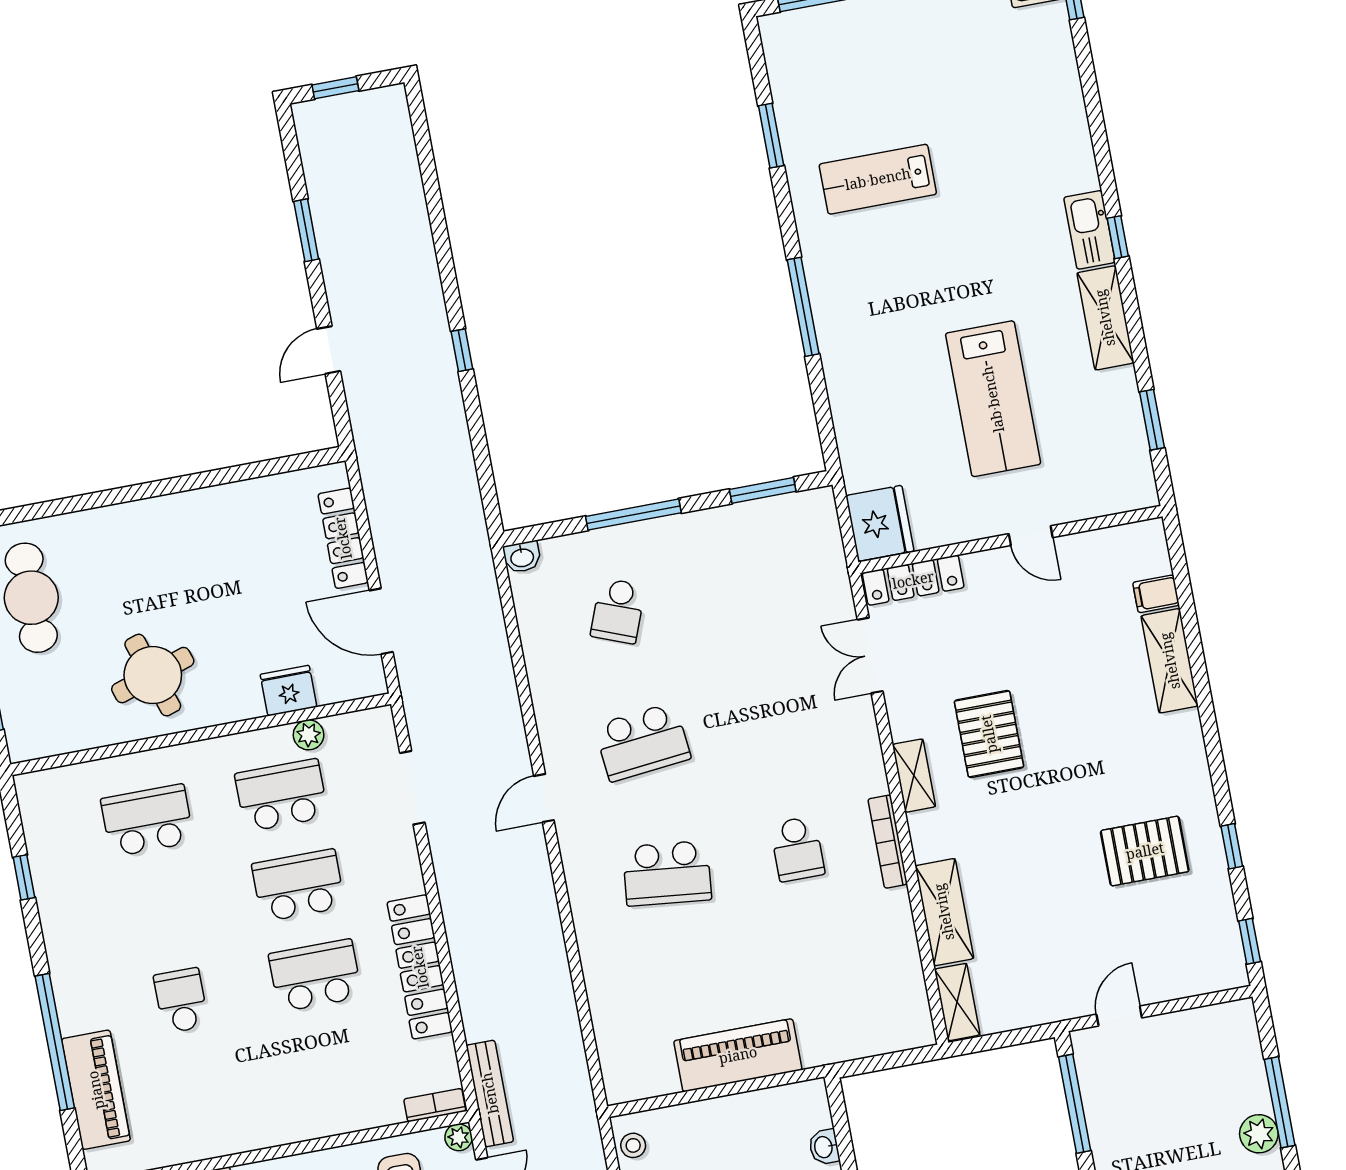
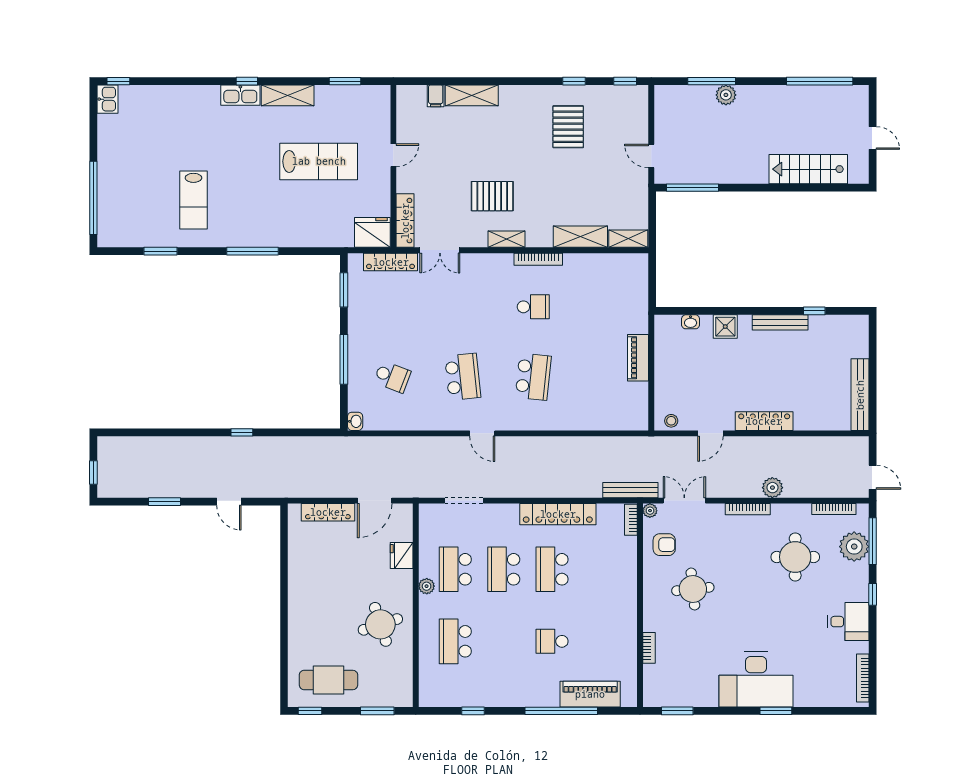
locker: (831, 568) -> (391, 262), added
plant: (309, 735) -> (427, 586), moved
piano: (738, 1055) -> (638, 358), width x0.73, depth x0.75

